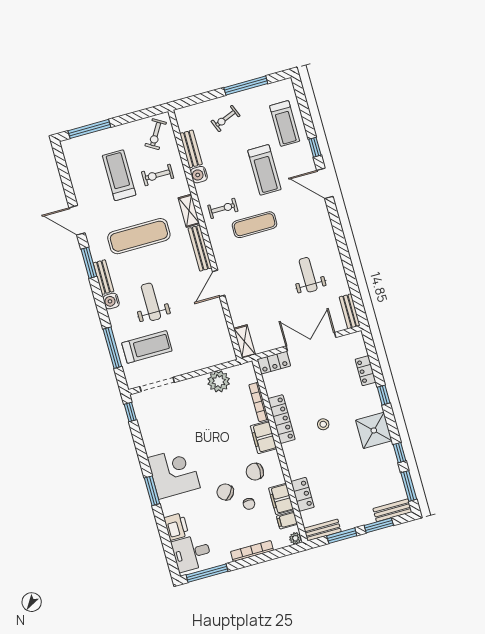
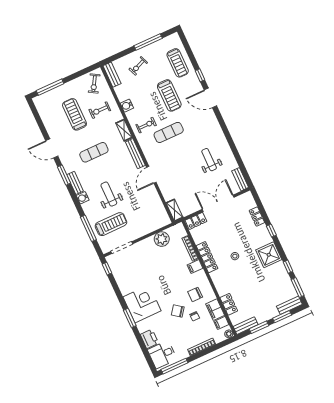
bench: (191, 149) -> (112, 75), moved
exercise mat: (139, 236) -> (94, 152), width x0.73, depth x0.69
filing cabinet: (263, 437) -> (195, 267), width x0.50

